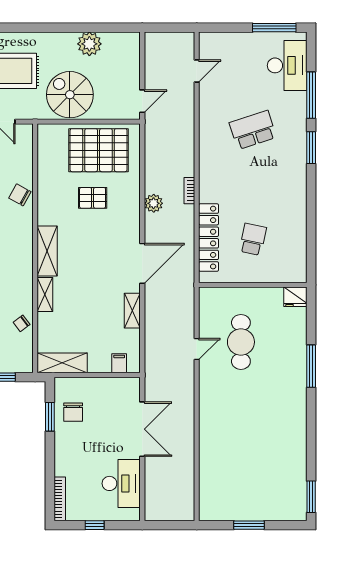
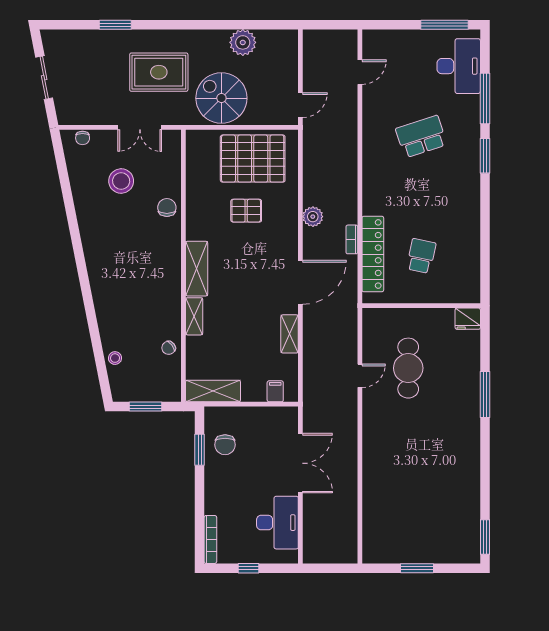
bookcase: (189, 191) -> (352, 239), moved
chair: (20, 195) -> (167, 207), turned 61

